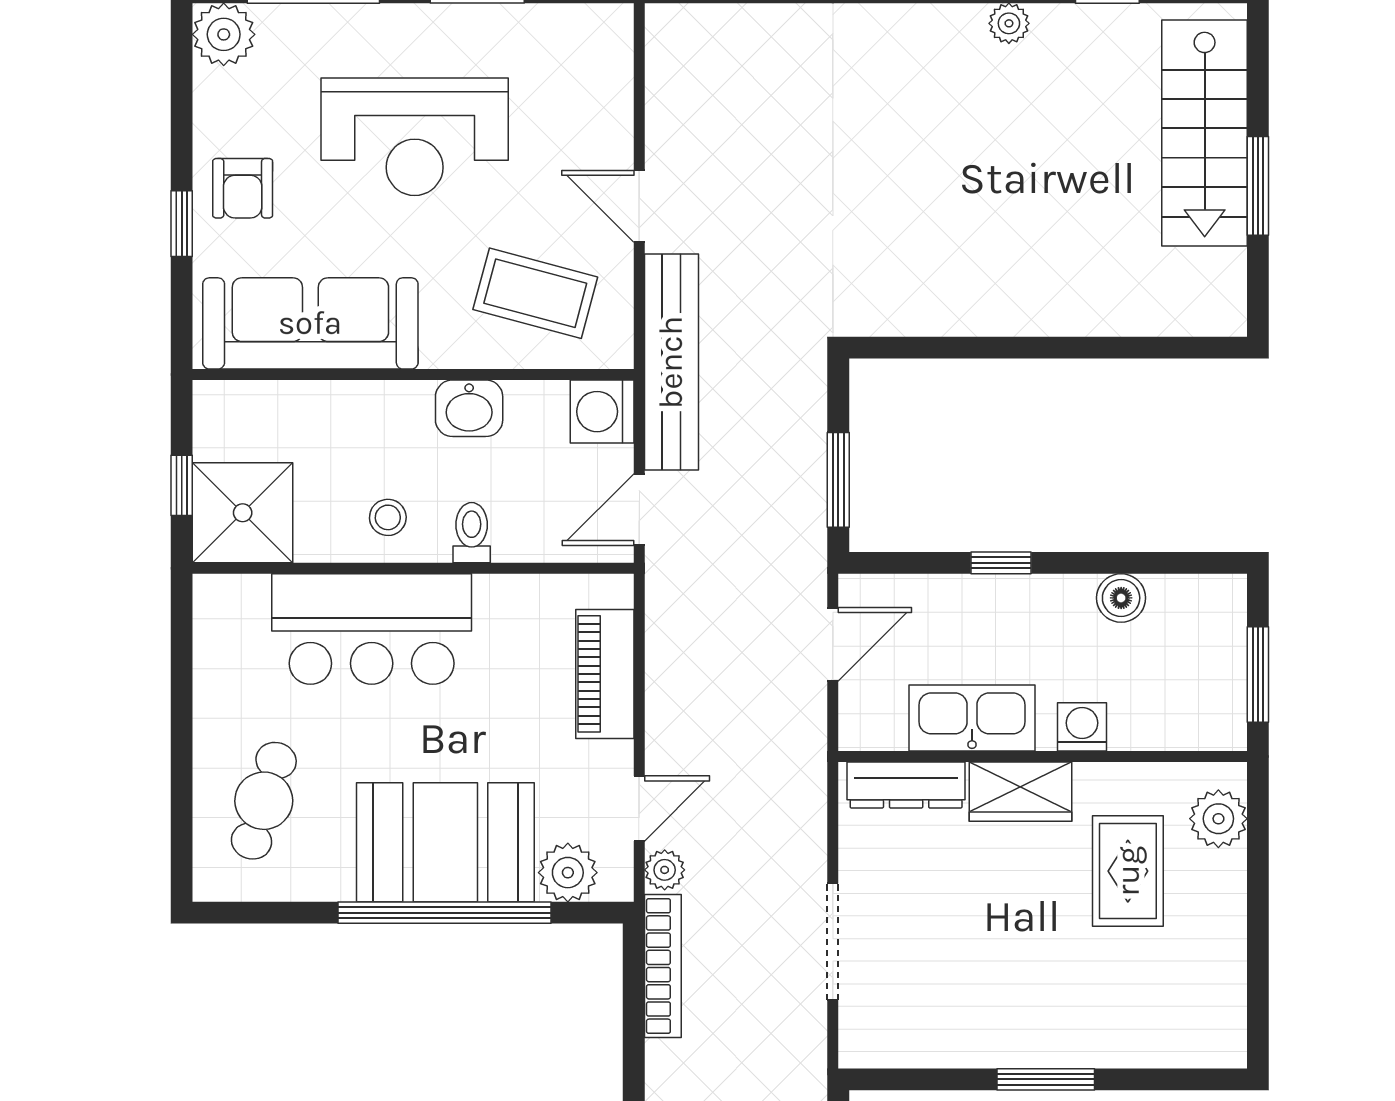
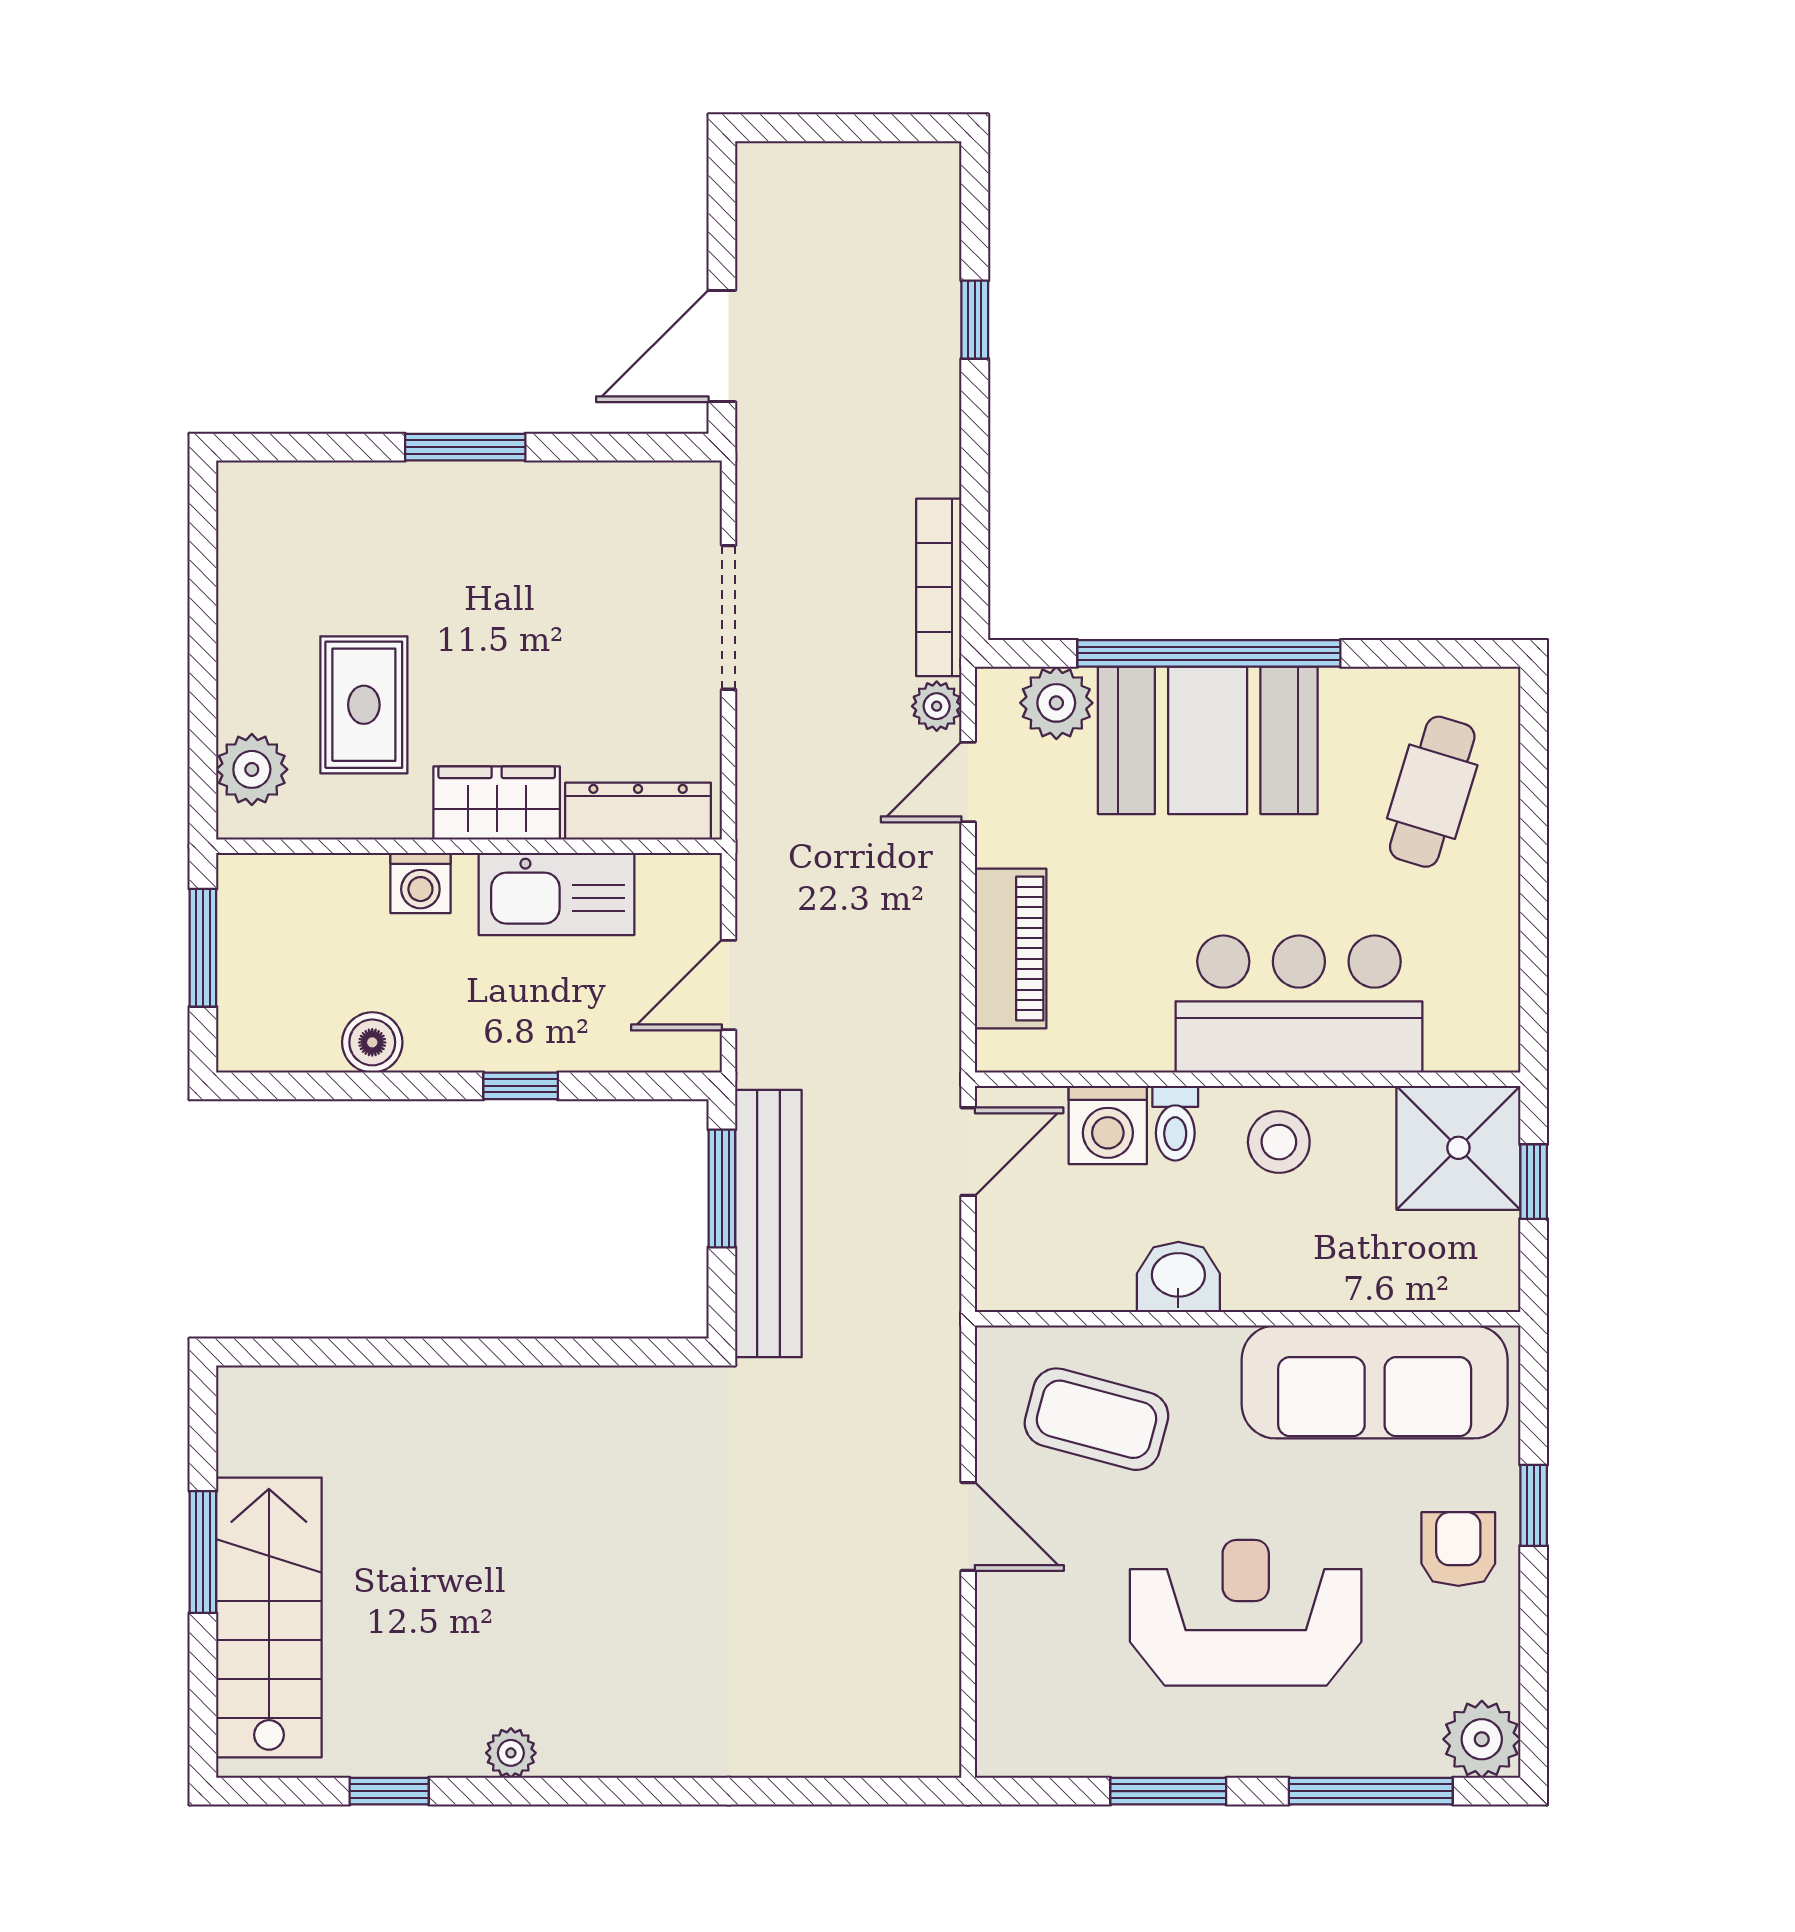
bench: (671, 362) -> (768, 1224), moved
washing machine: (602, 412) -> (1108, 1125), moved, turned 90
stool: (388, 517) -> (1279, 1142), width x1.37, depth x1.37

